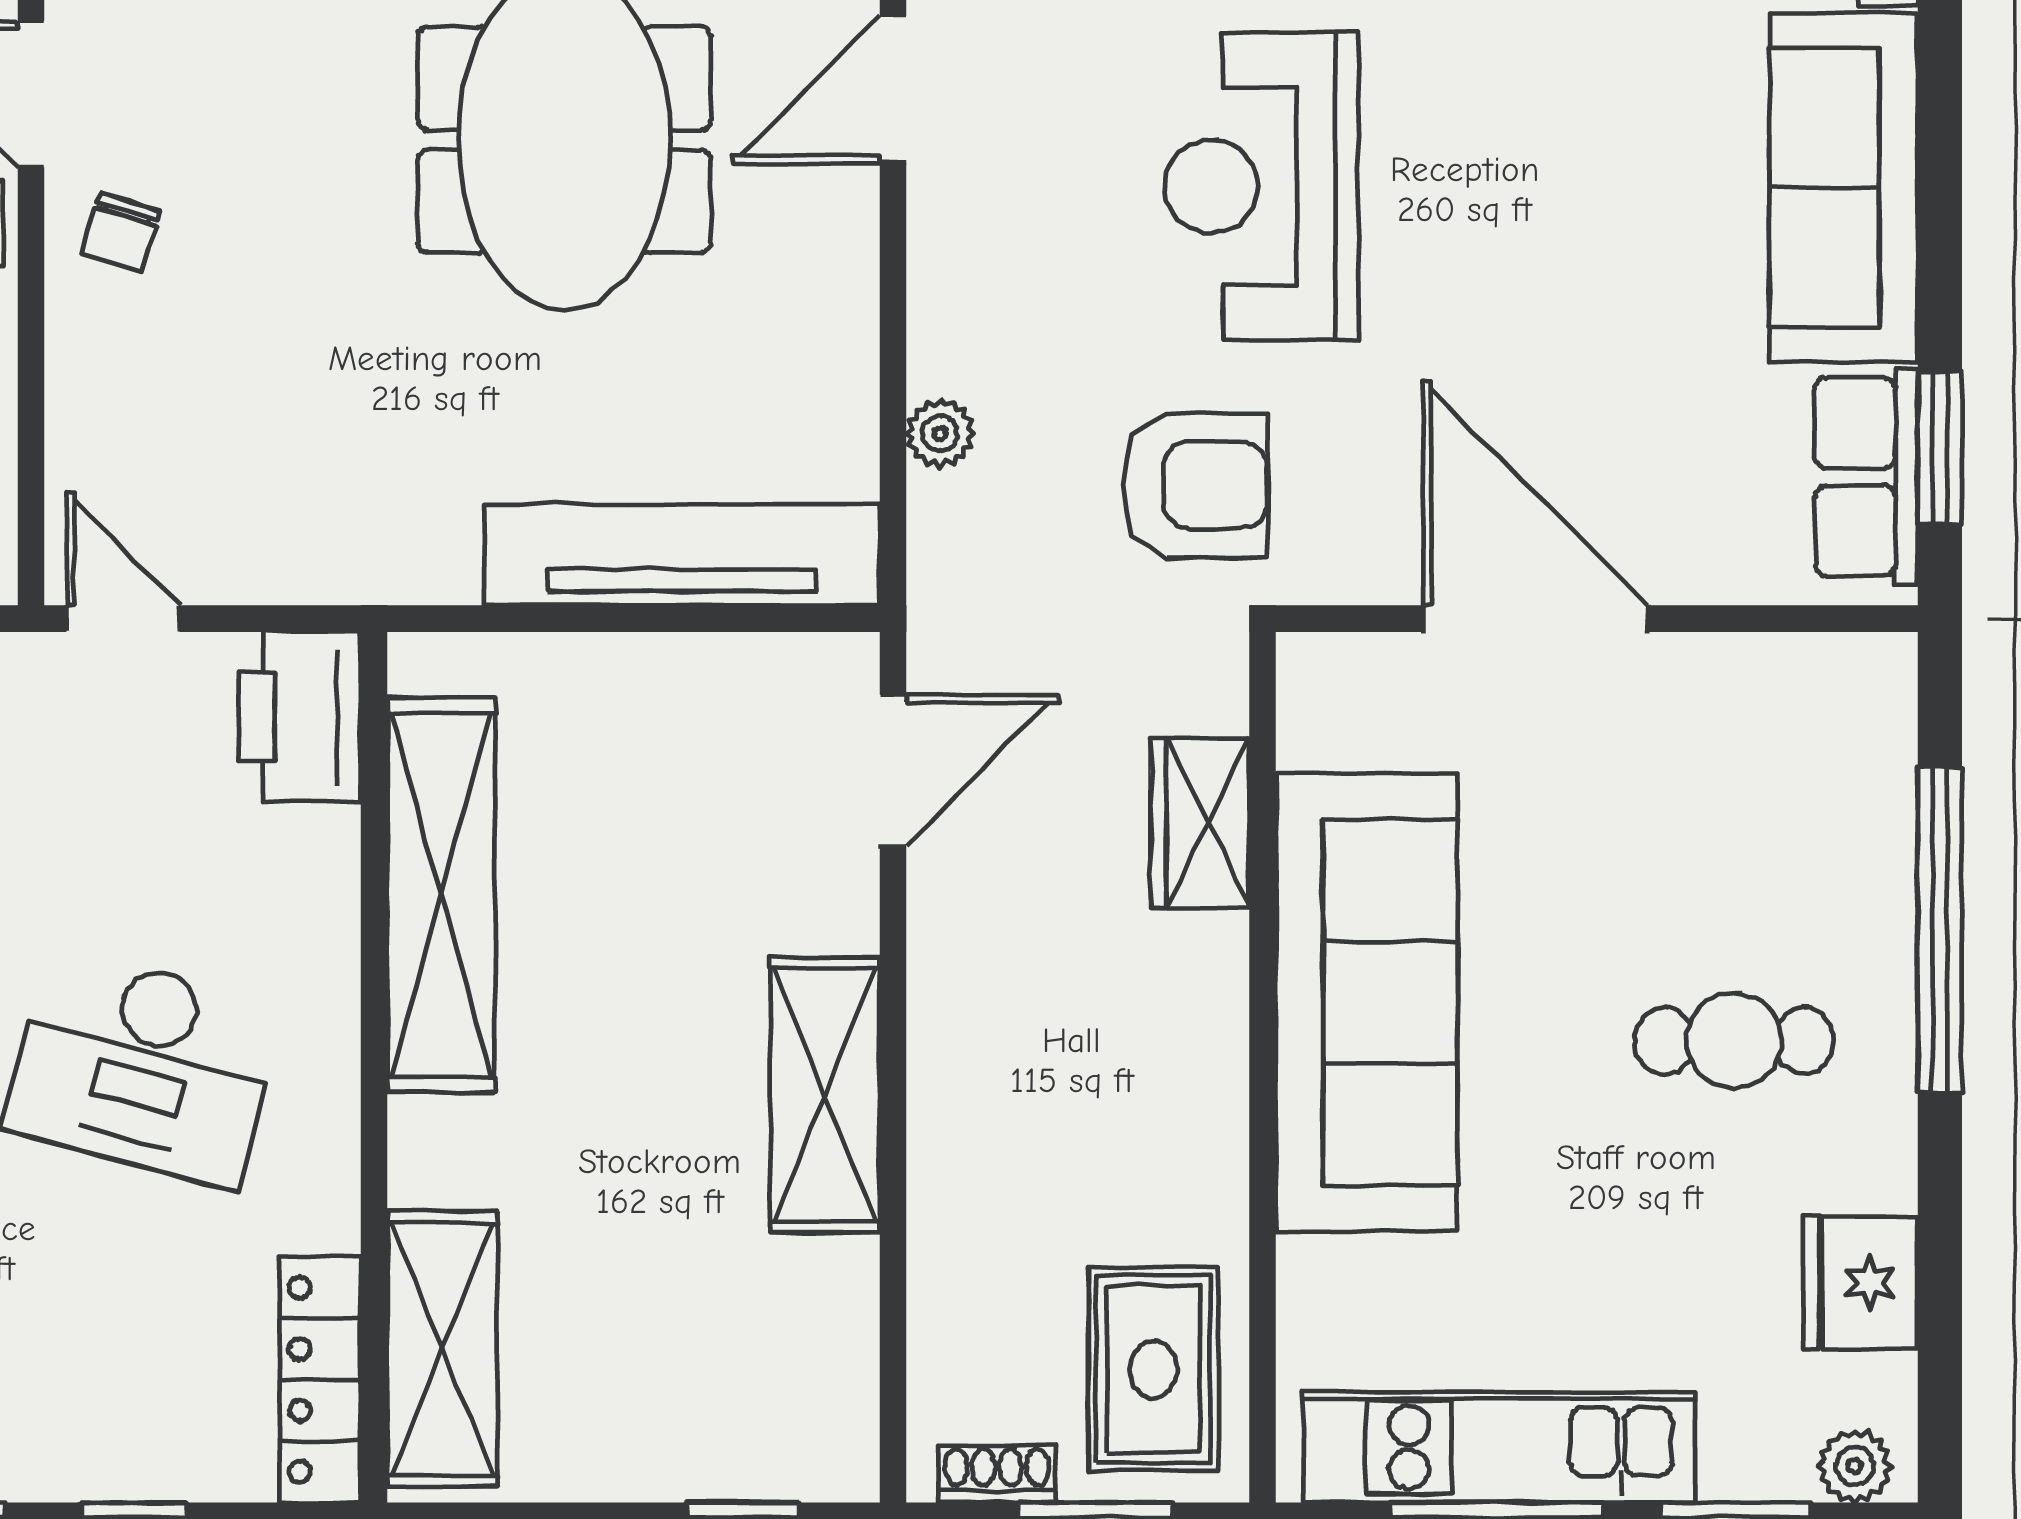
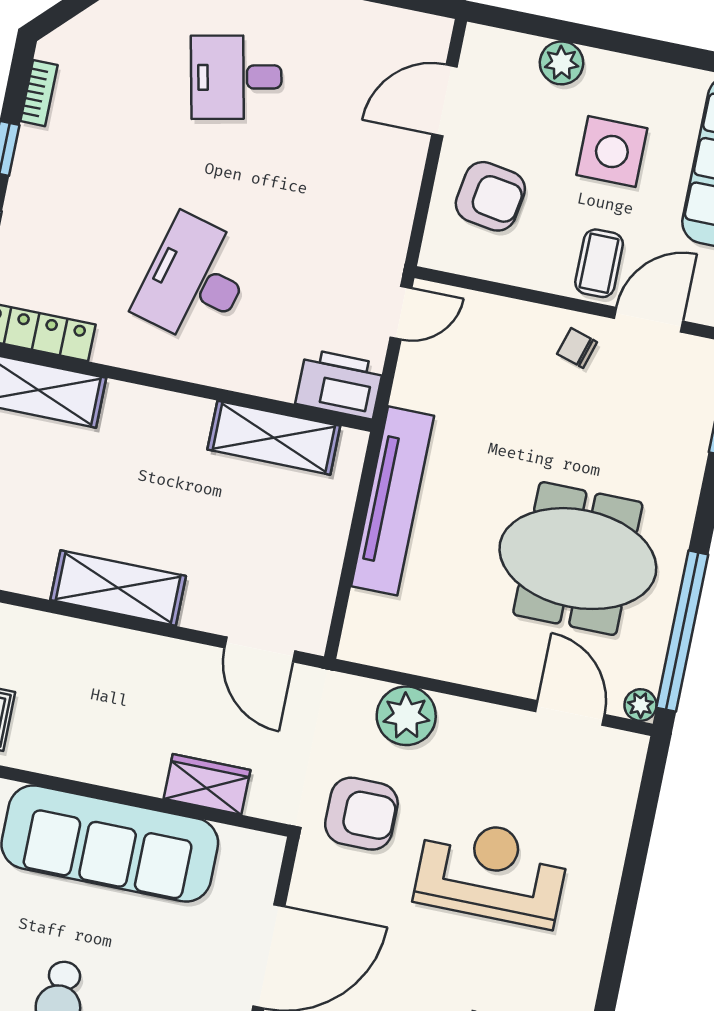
plant: (940, 433) -> (406, 716), width x1.88, depth x1.88
armchair: (1195, 485) -> (361, 814), turned -90
tv unit: (682, 555) -> (393, 501), moved
shelving: (441, 895) -> (274, 438), width x0.68

